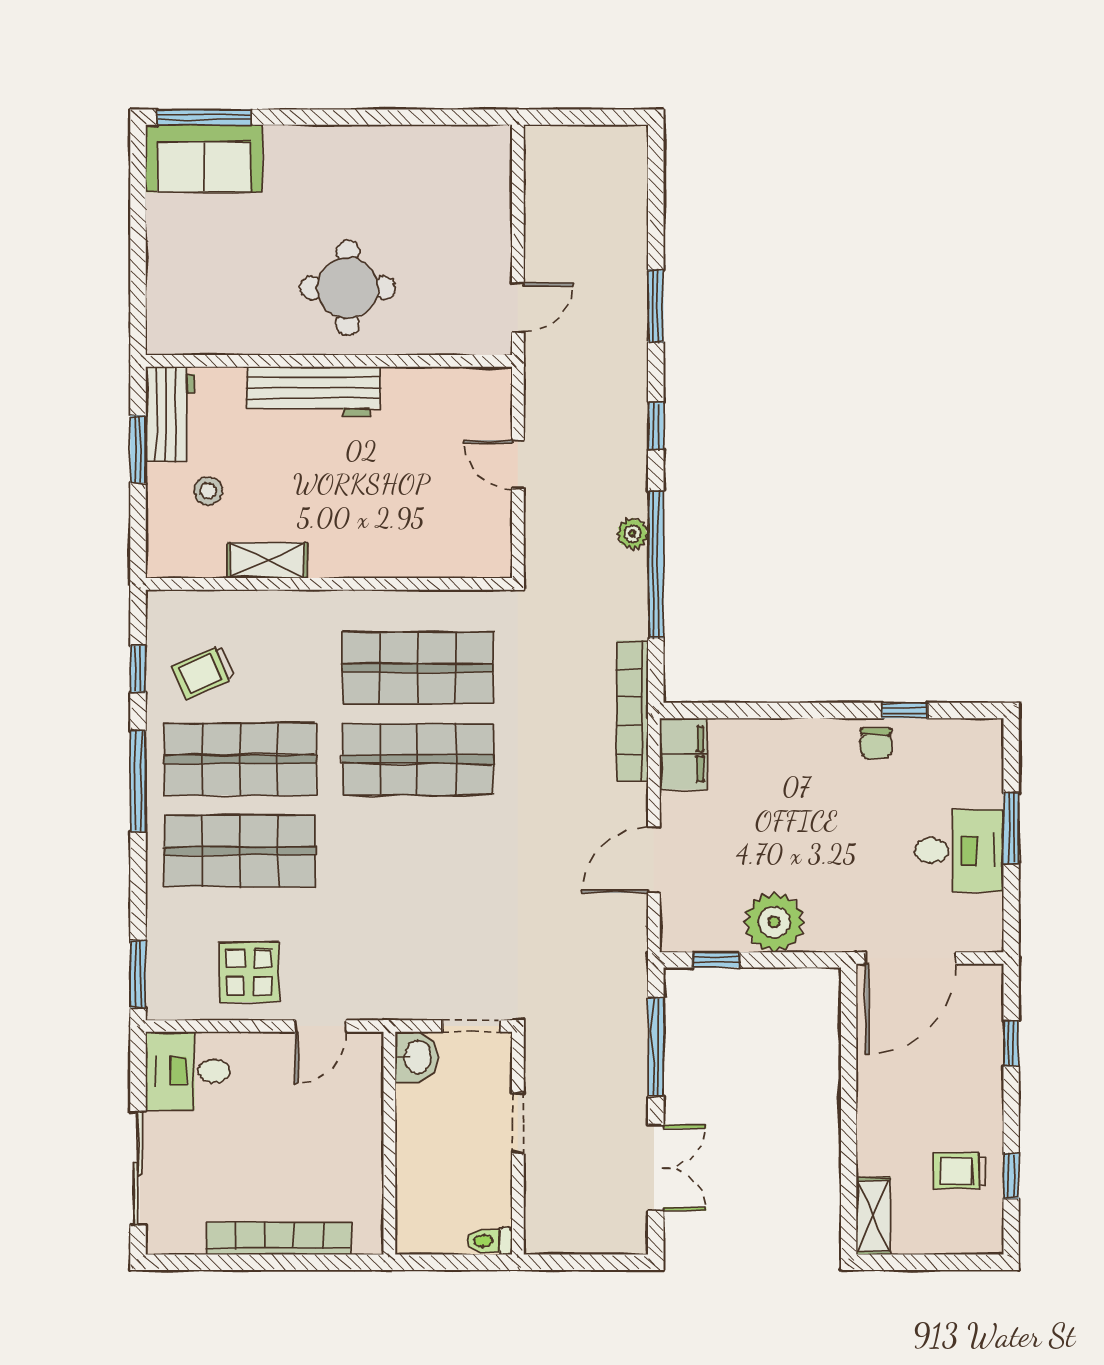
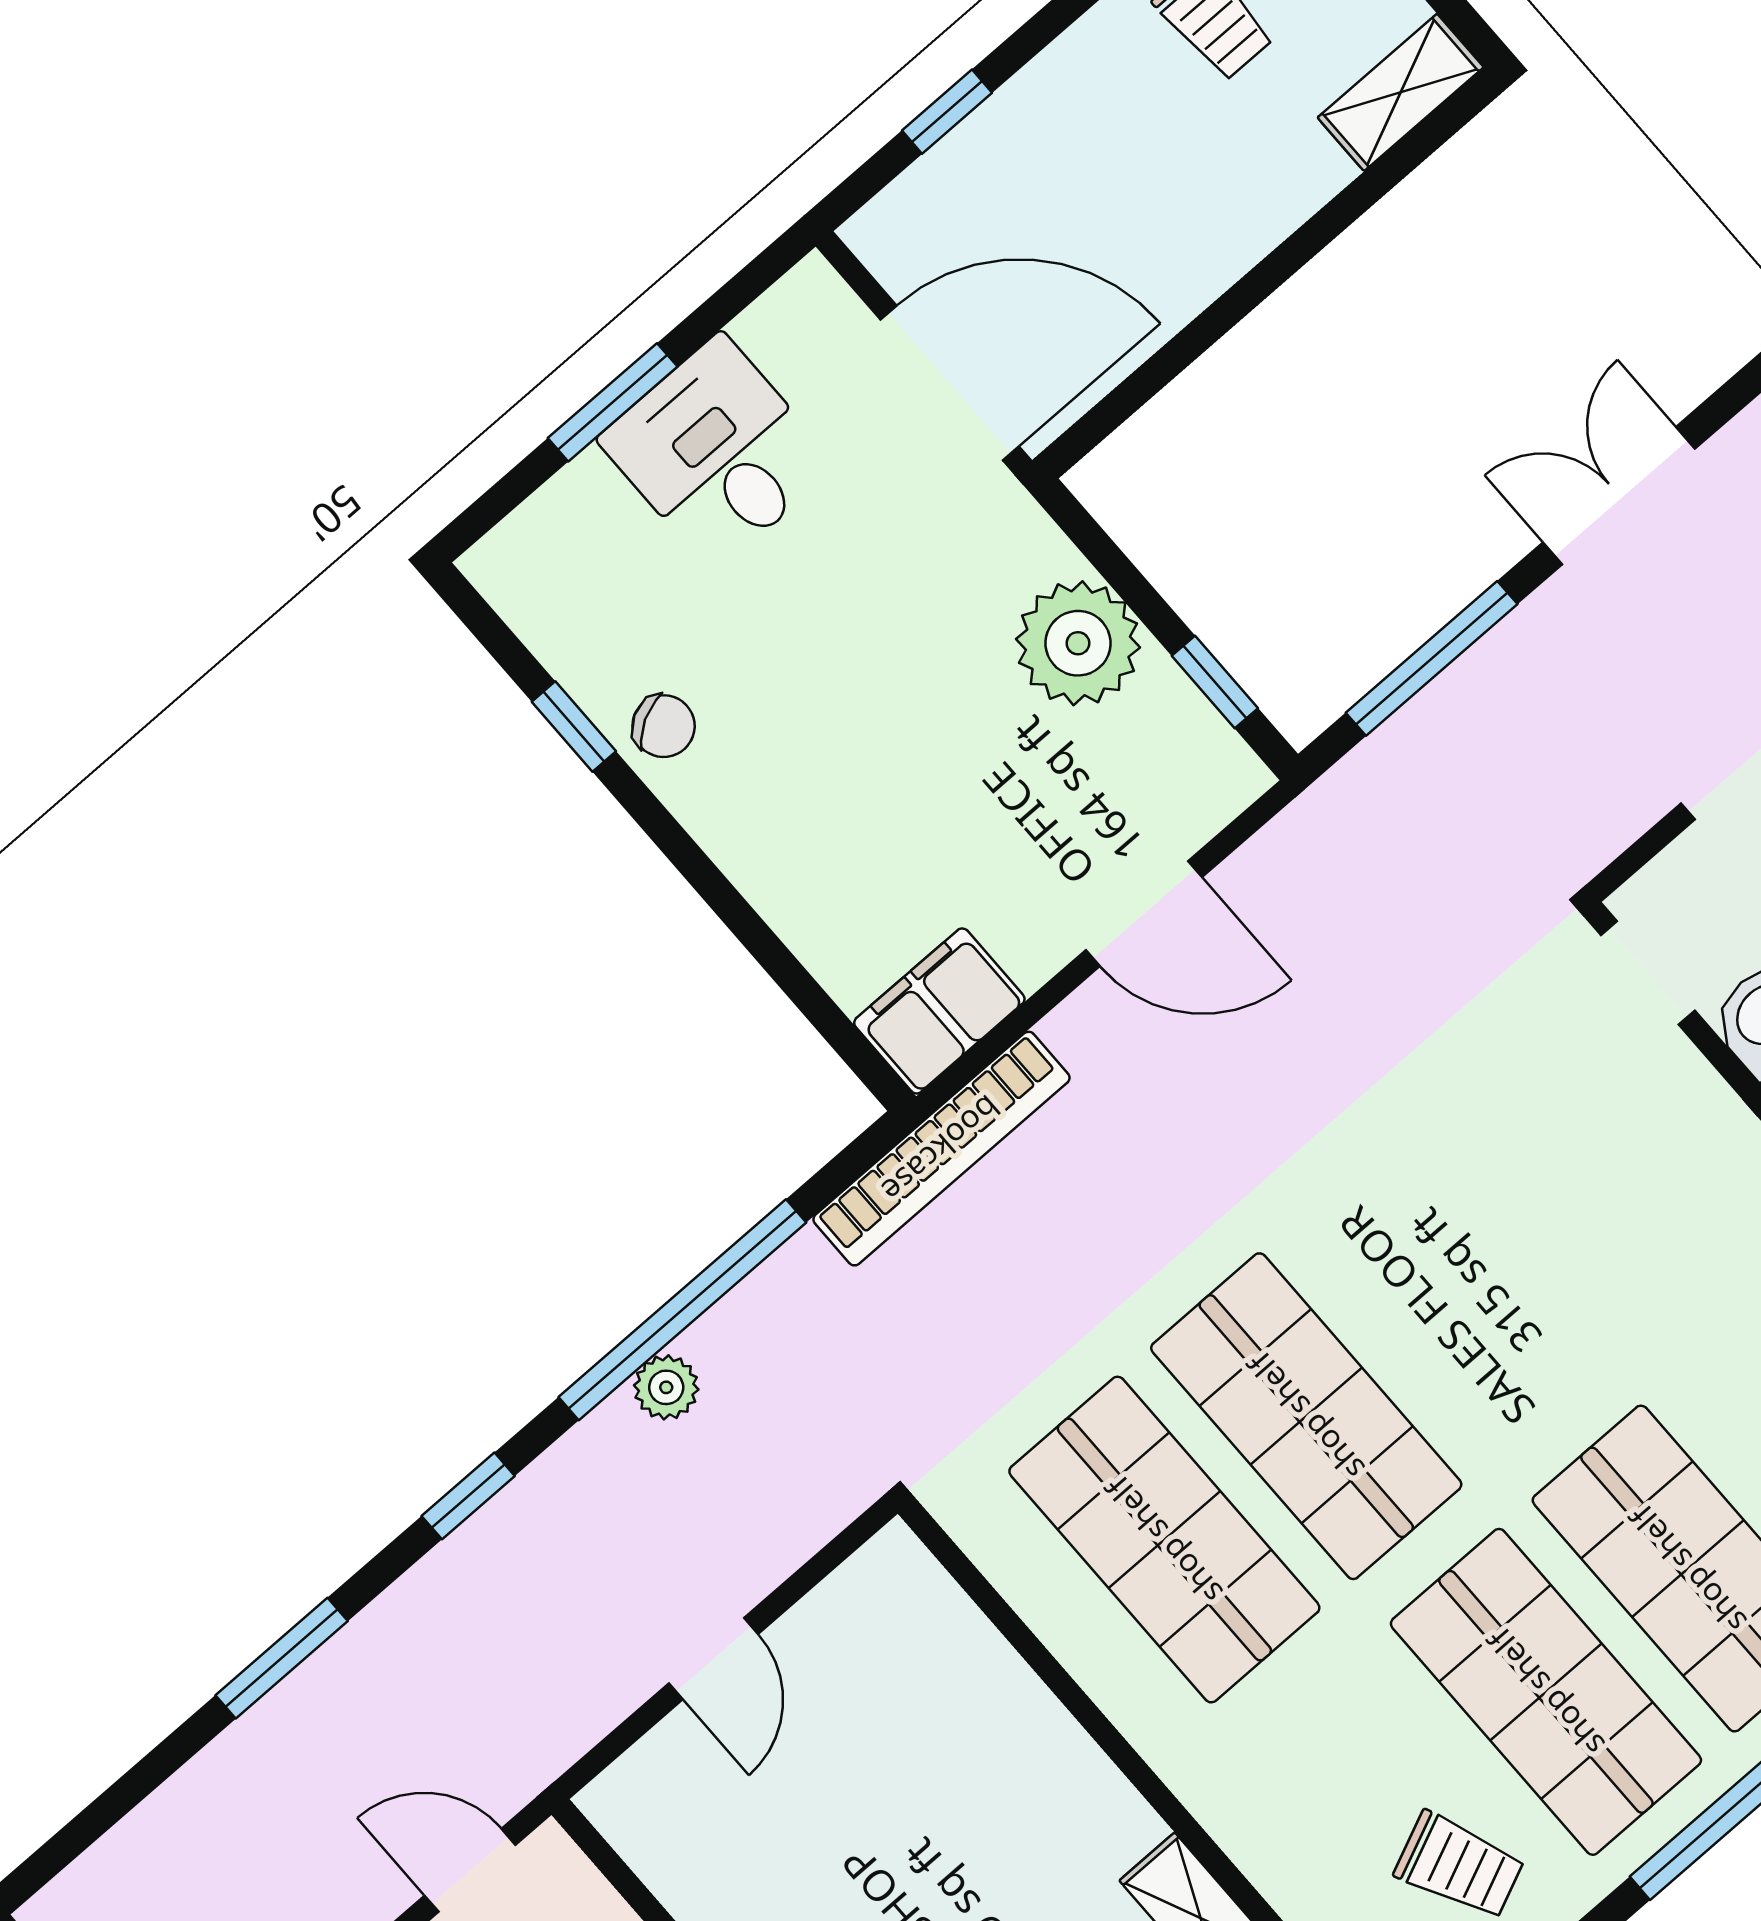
chair: (876, 744) -> (664, 726), turned 61

